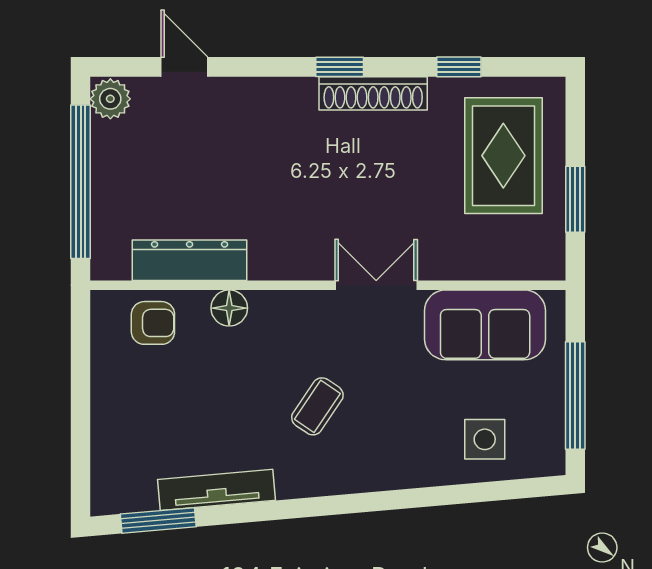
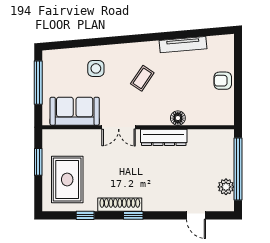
plant: (110, 99) -> (226, 187), moved
dresser: (190, 260) -> (164, 137), moved
armchair: (153, 323) -> (223, 81), moved
side table: (485, 439) -> (96, 68), moved
window: (158, 520) -> (207, 32), removed

